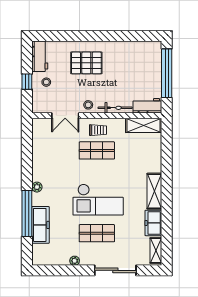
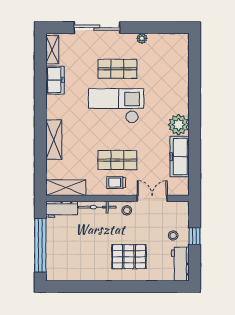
plant: (37, 187) -> (179, 125), width x1.88, depth x1.88
shelving: (154, 191) -> (54, 140), moved
window: (27, 214) -> (195, 91), removed
freezer: (40, 225) -> (180, 157), moved

